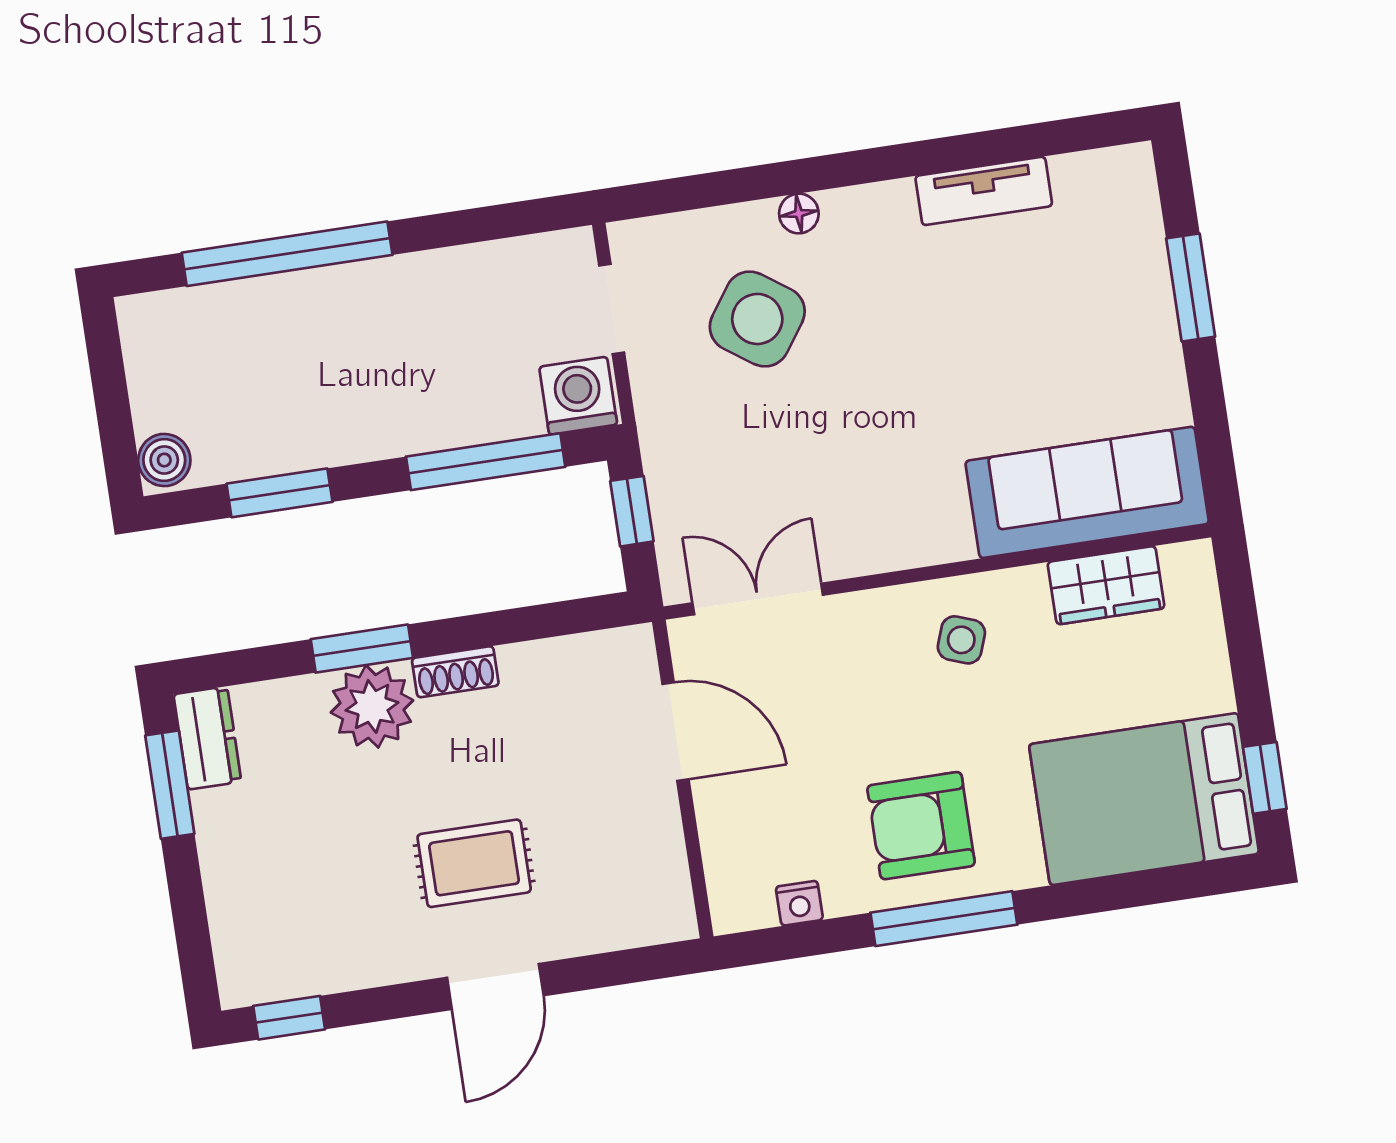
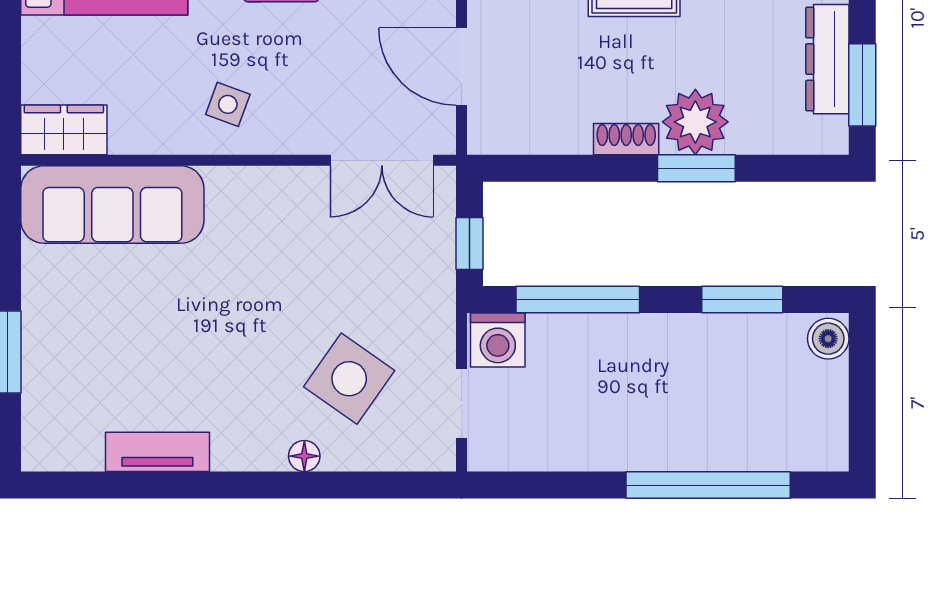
wardrobe: (1106, 585) -> (64, 130), moved
dresser: (207, 738) -> (827, 59), moved, width x1.44

